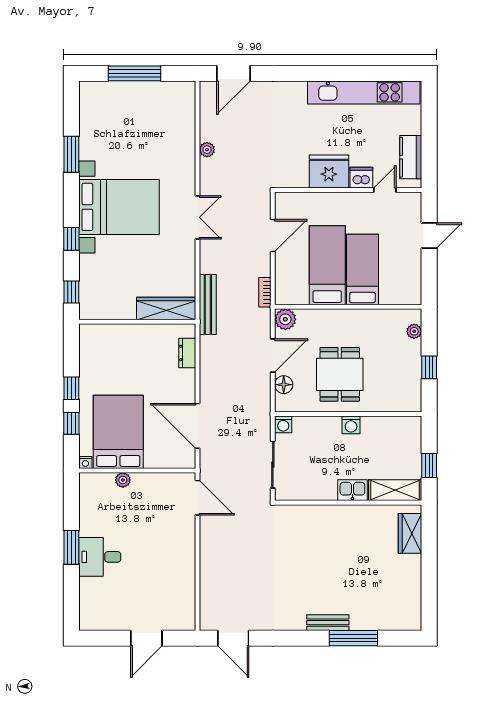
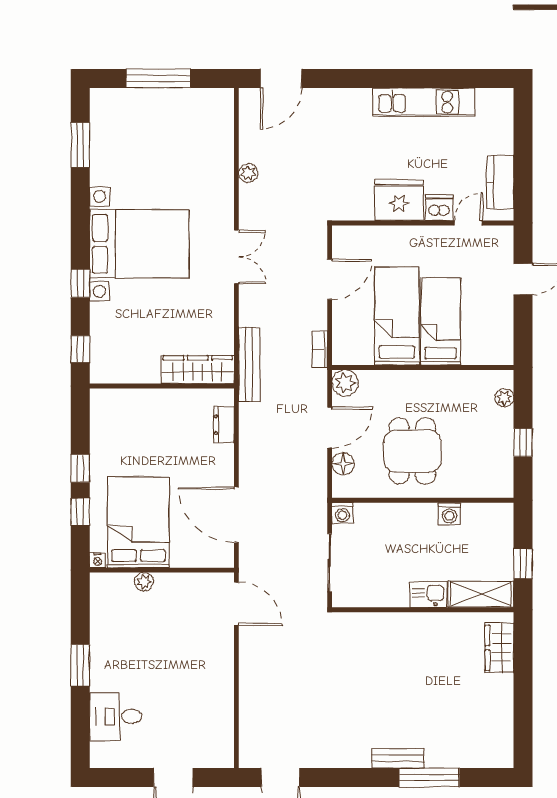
kitchen unit: (364, 92) -> (424, 102), width x0.73
window: (71, 154) -> (80, 145), moved
washing machine: (351, 425) -> (449, 514), moved
desk: (100, 557) -> (115, 716), moved

